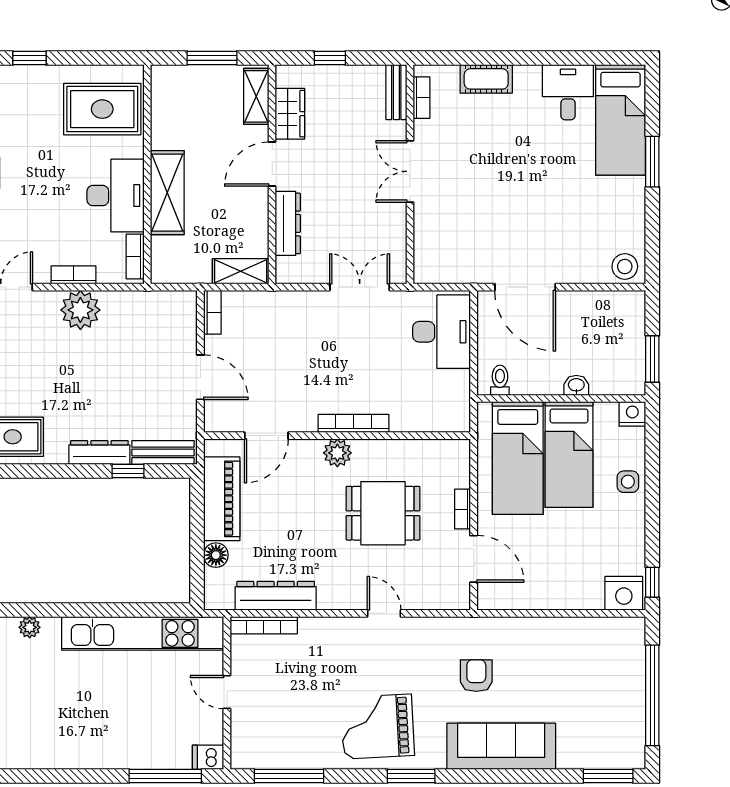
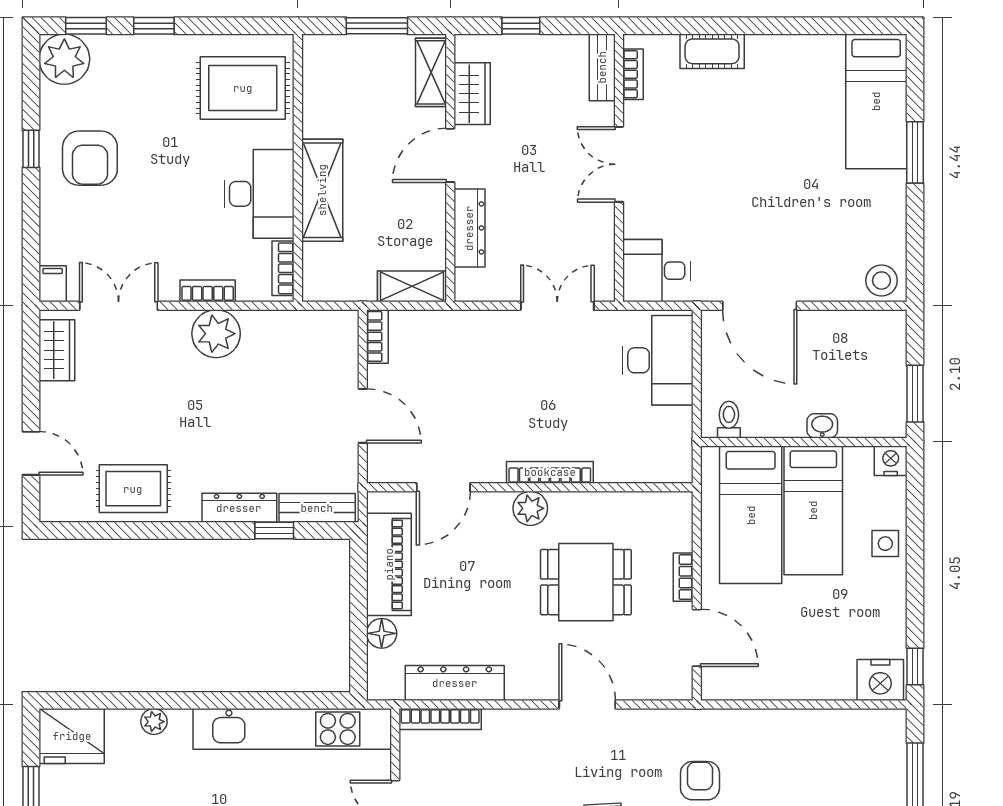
desk: (568, 92) -> (656, 271), moved, turned -90
door: (384, 613) -> (587, 705), width x1.38

